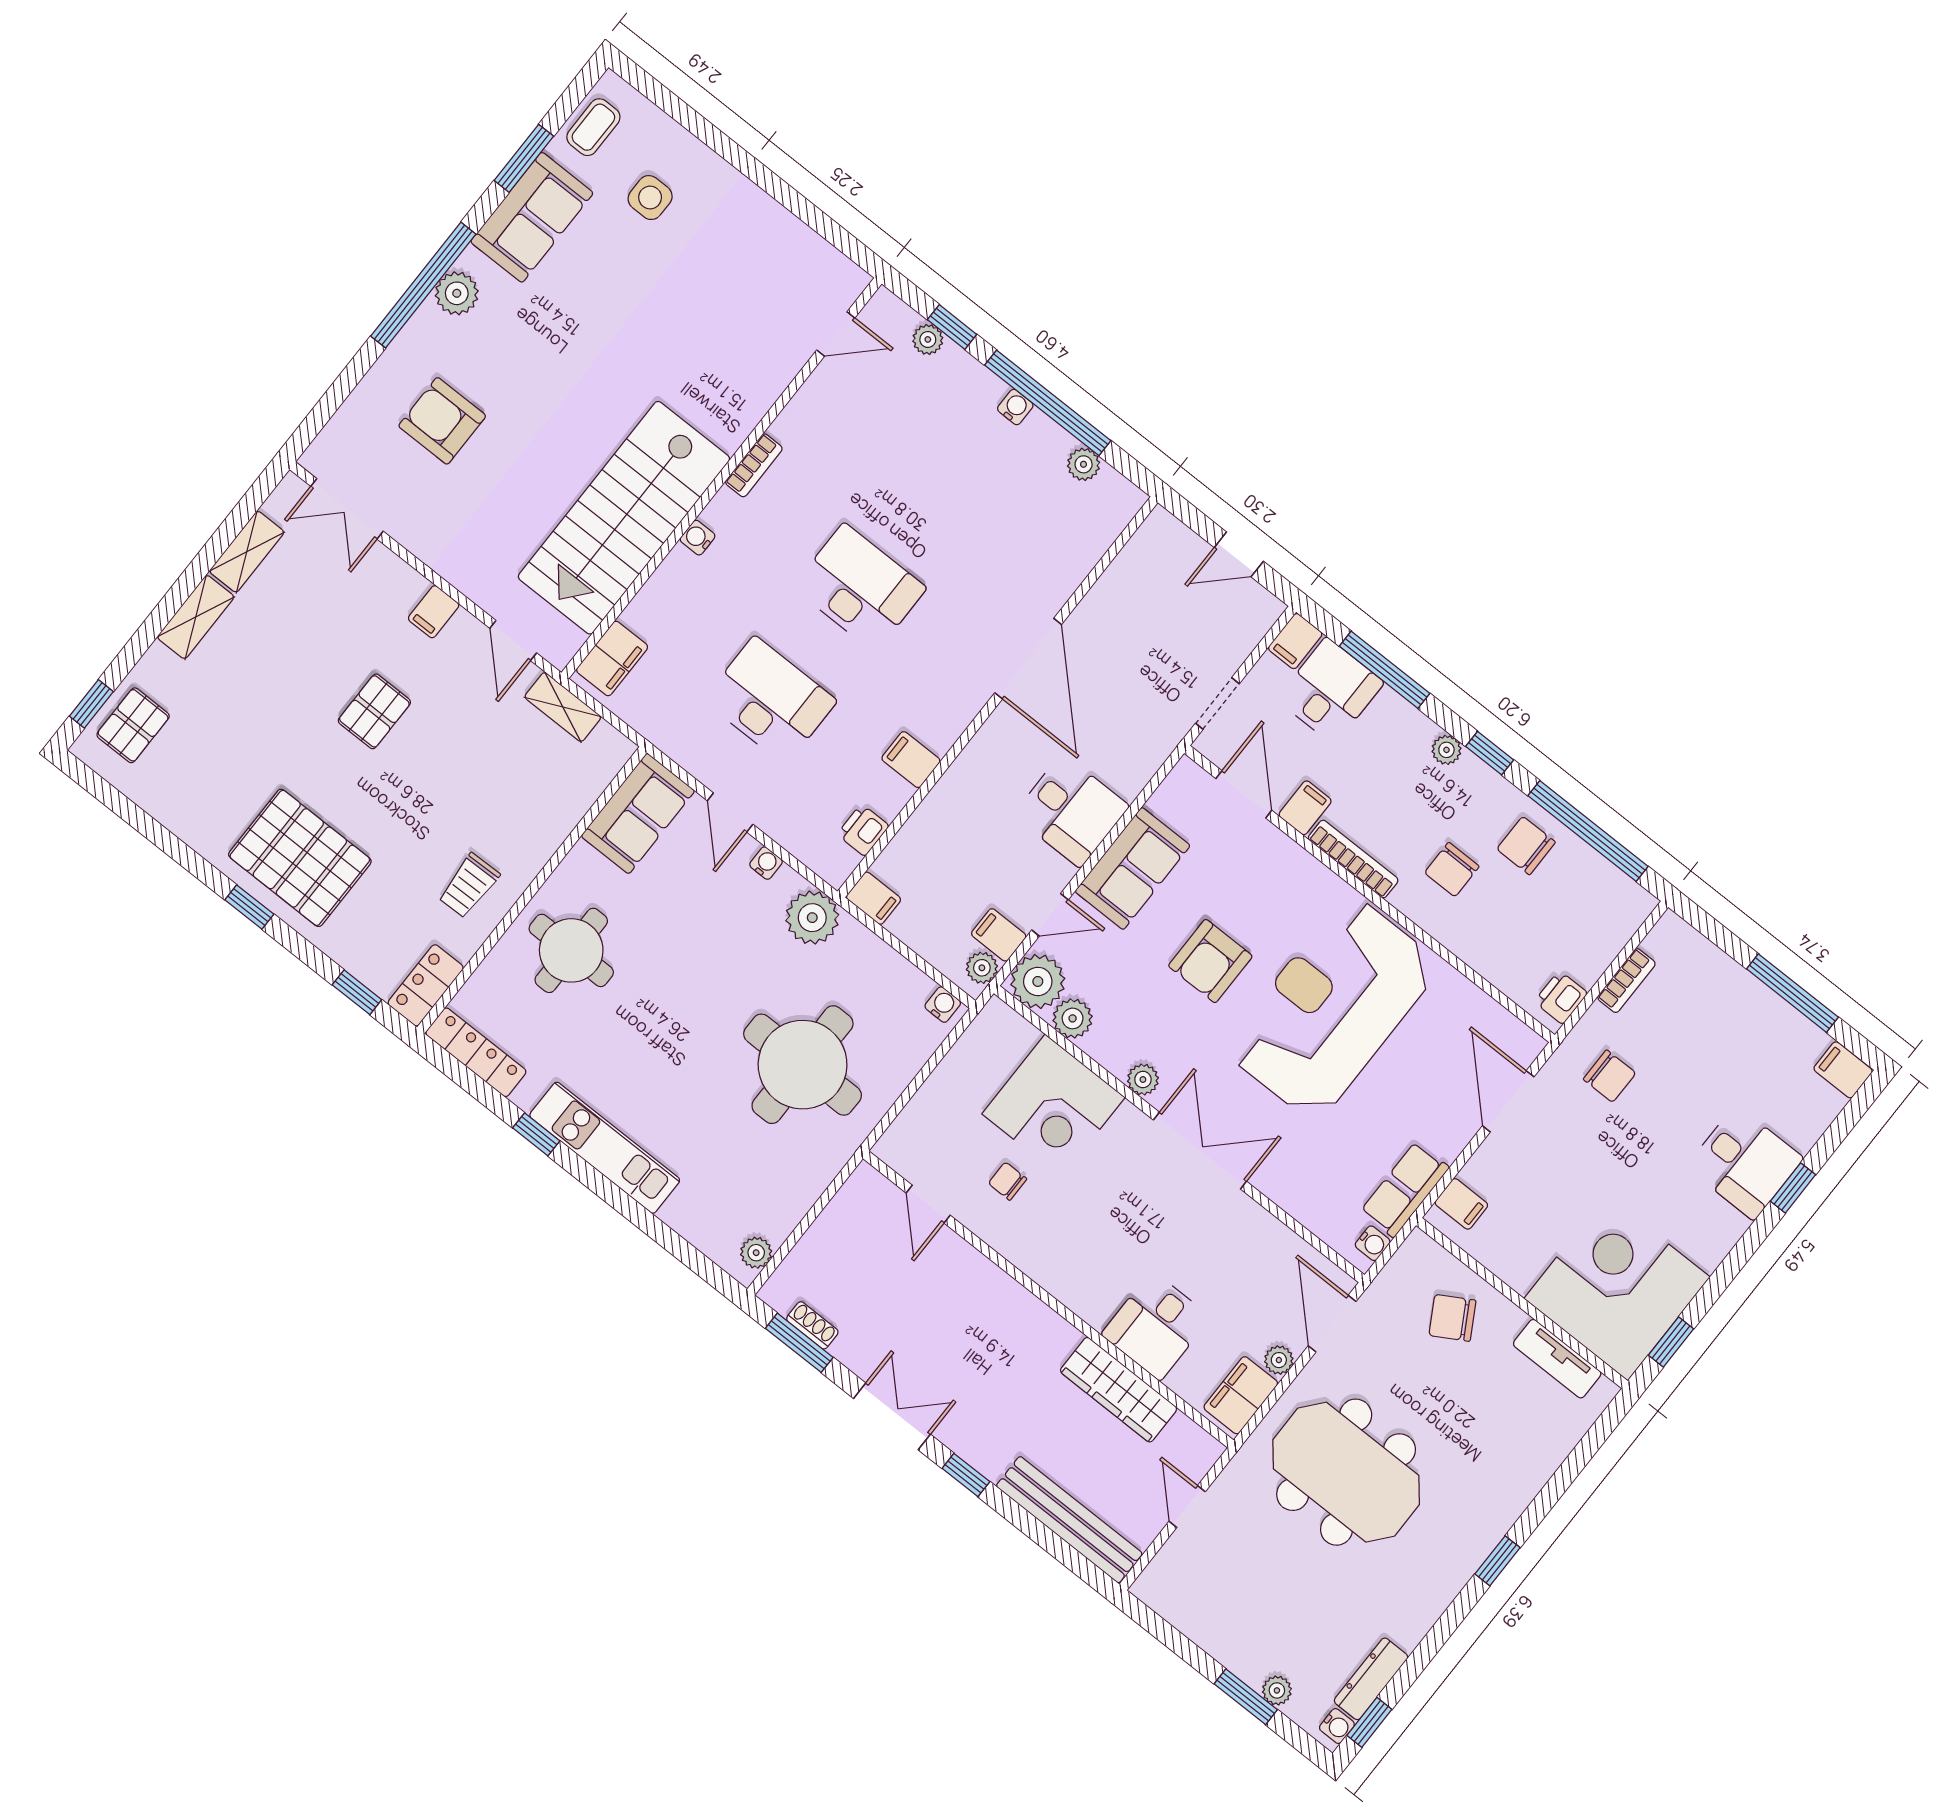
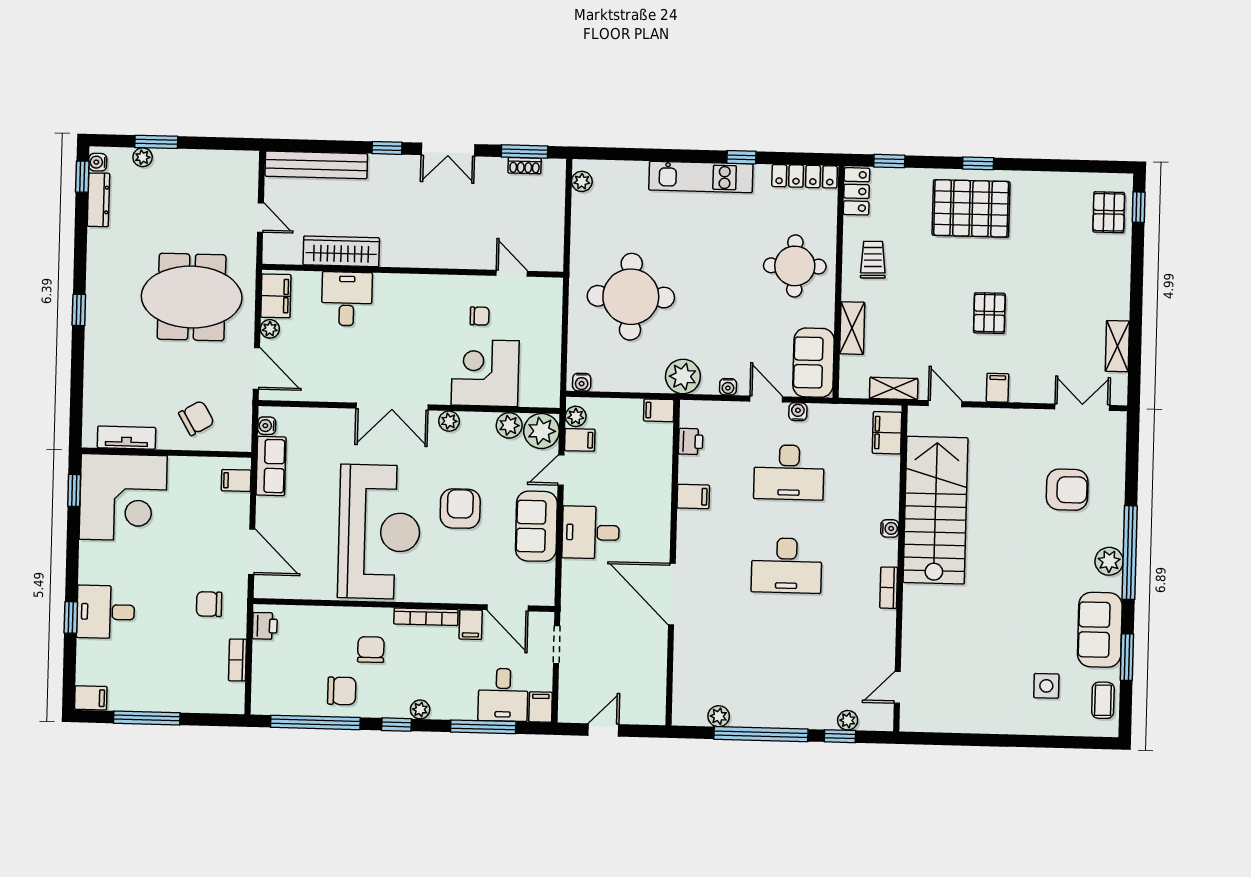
water cooler: (1015, 407) -> (798, 412), moved, turned 180
shelving: (196, 617) -> (852, 328), moved

